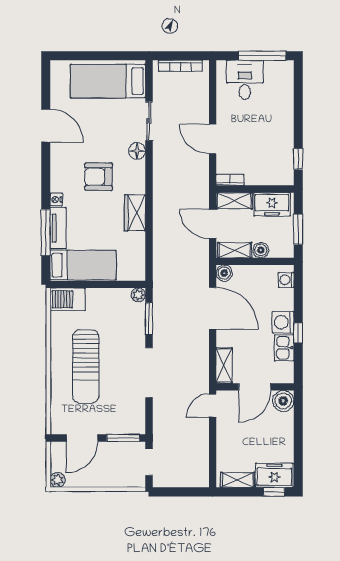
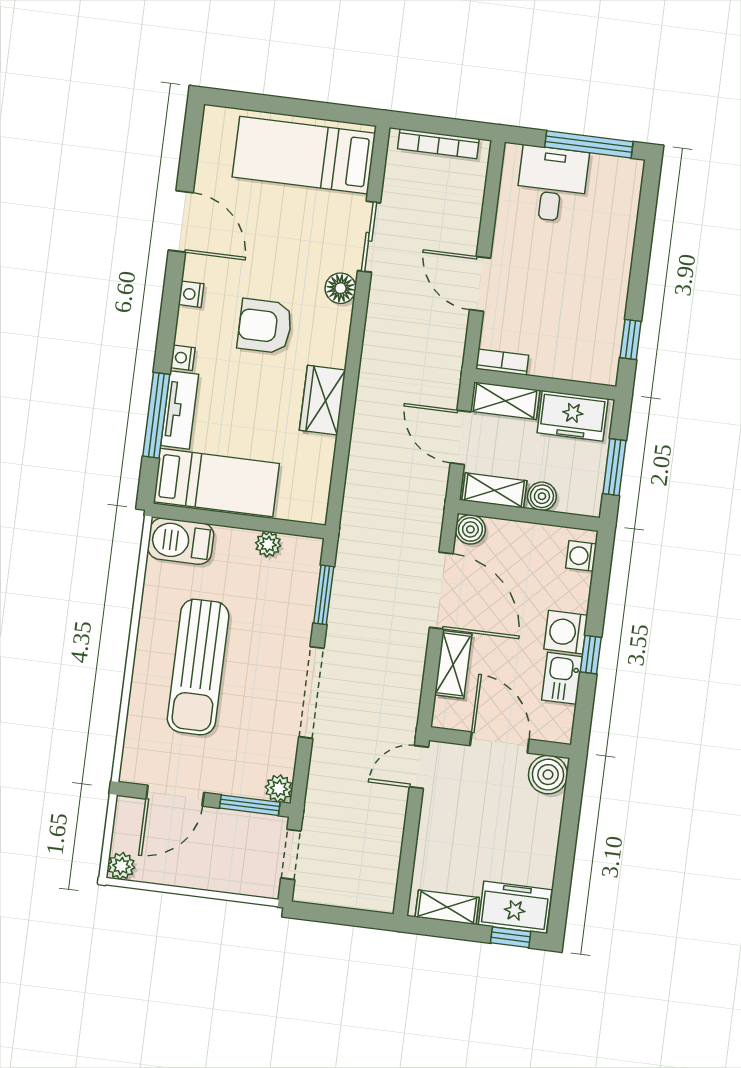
nightstand: (56, 164) -> (191, 294), added
plant: (138, 295) -> (268, 544), moved
shelving: (224, 365) -> (453, 664), moved
door: (255, 387) -> (500, 742), swing flipped
plant: (138, 427) -> (279, 788), added

